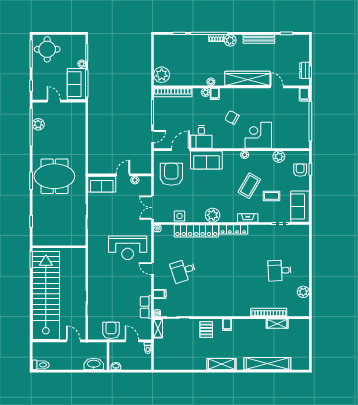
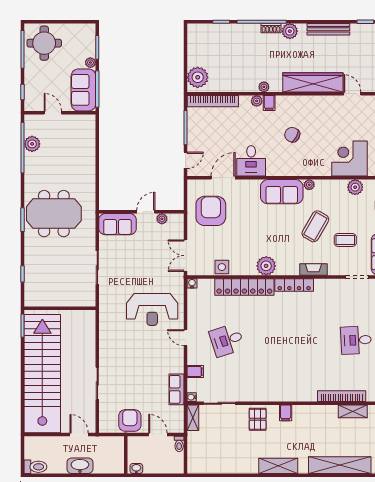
corner desk: (258, 135) -> (350, 159), moved
sofa: (206, 160) -> (282, 192), moved
washbasin: (94, 364) -> (80, 466), moved

